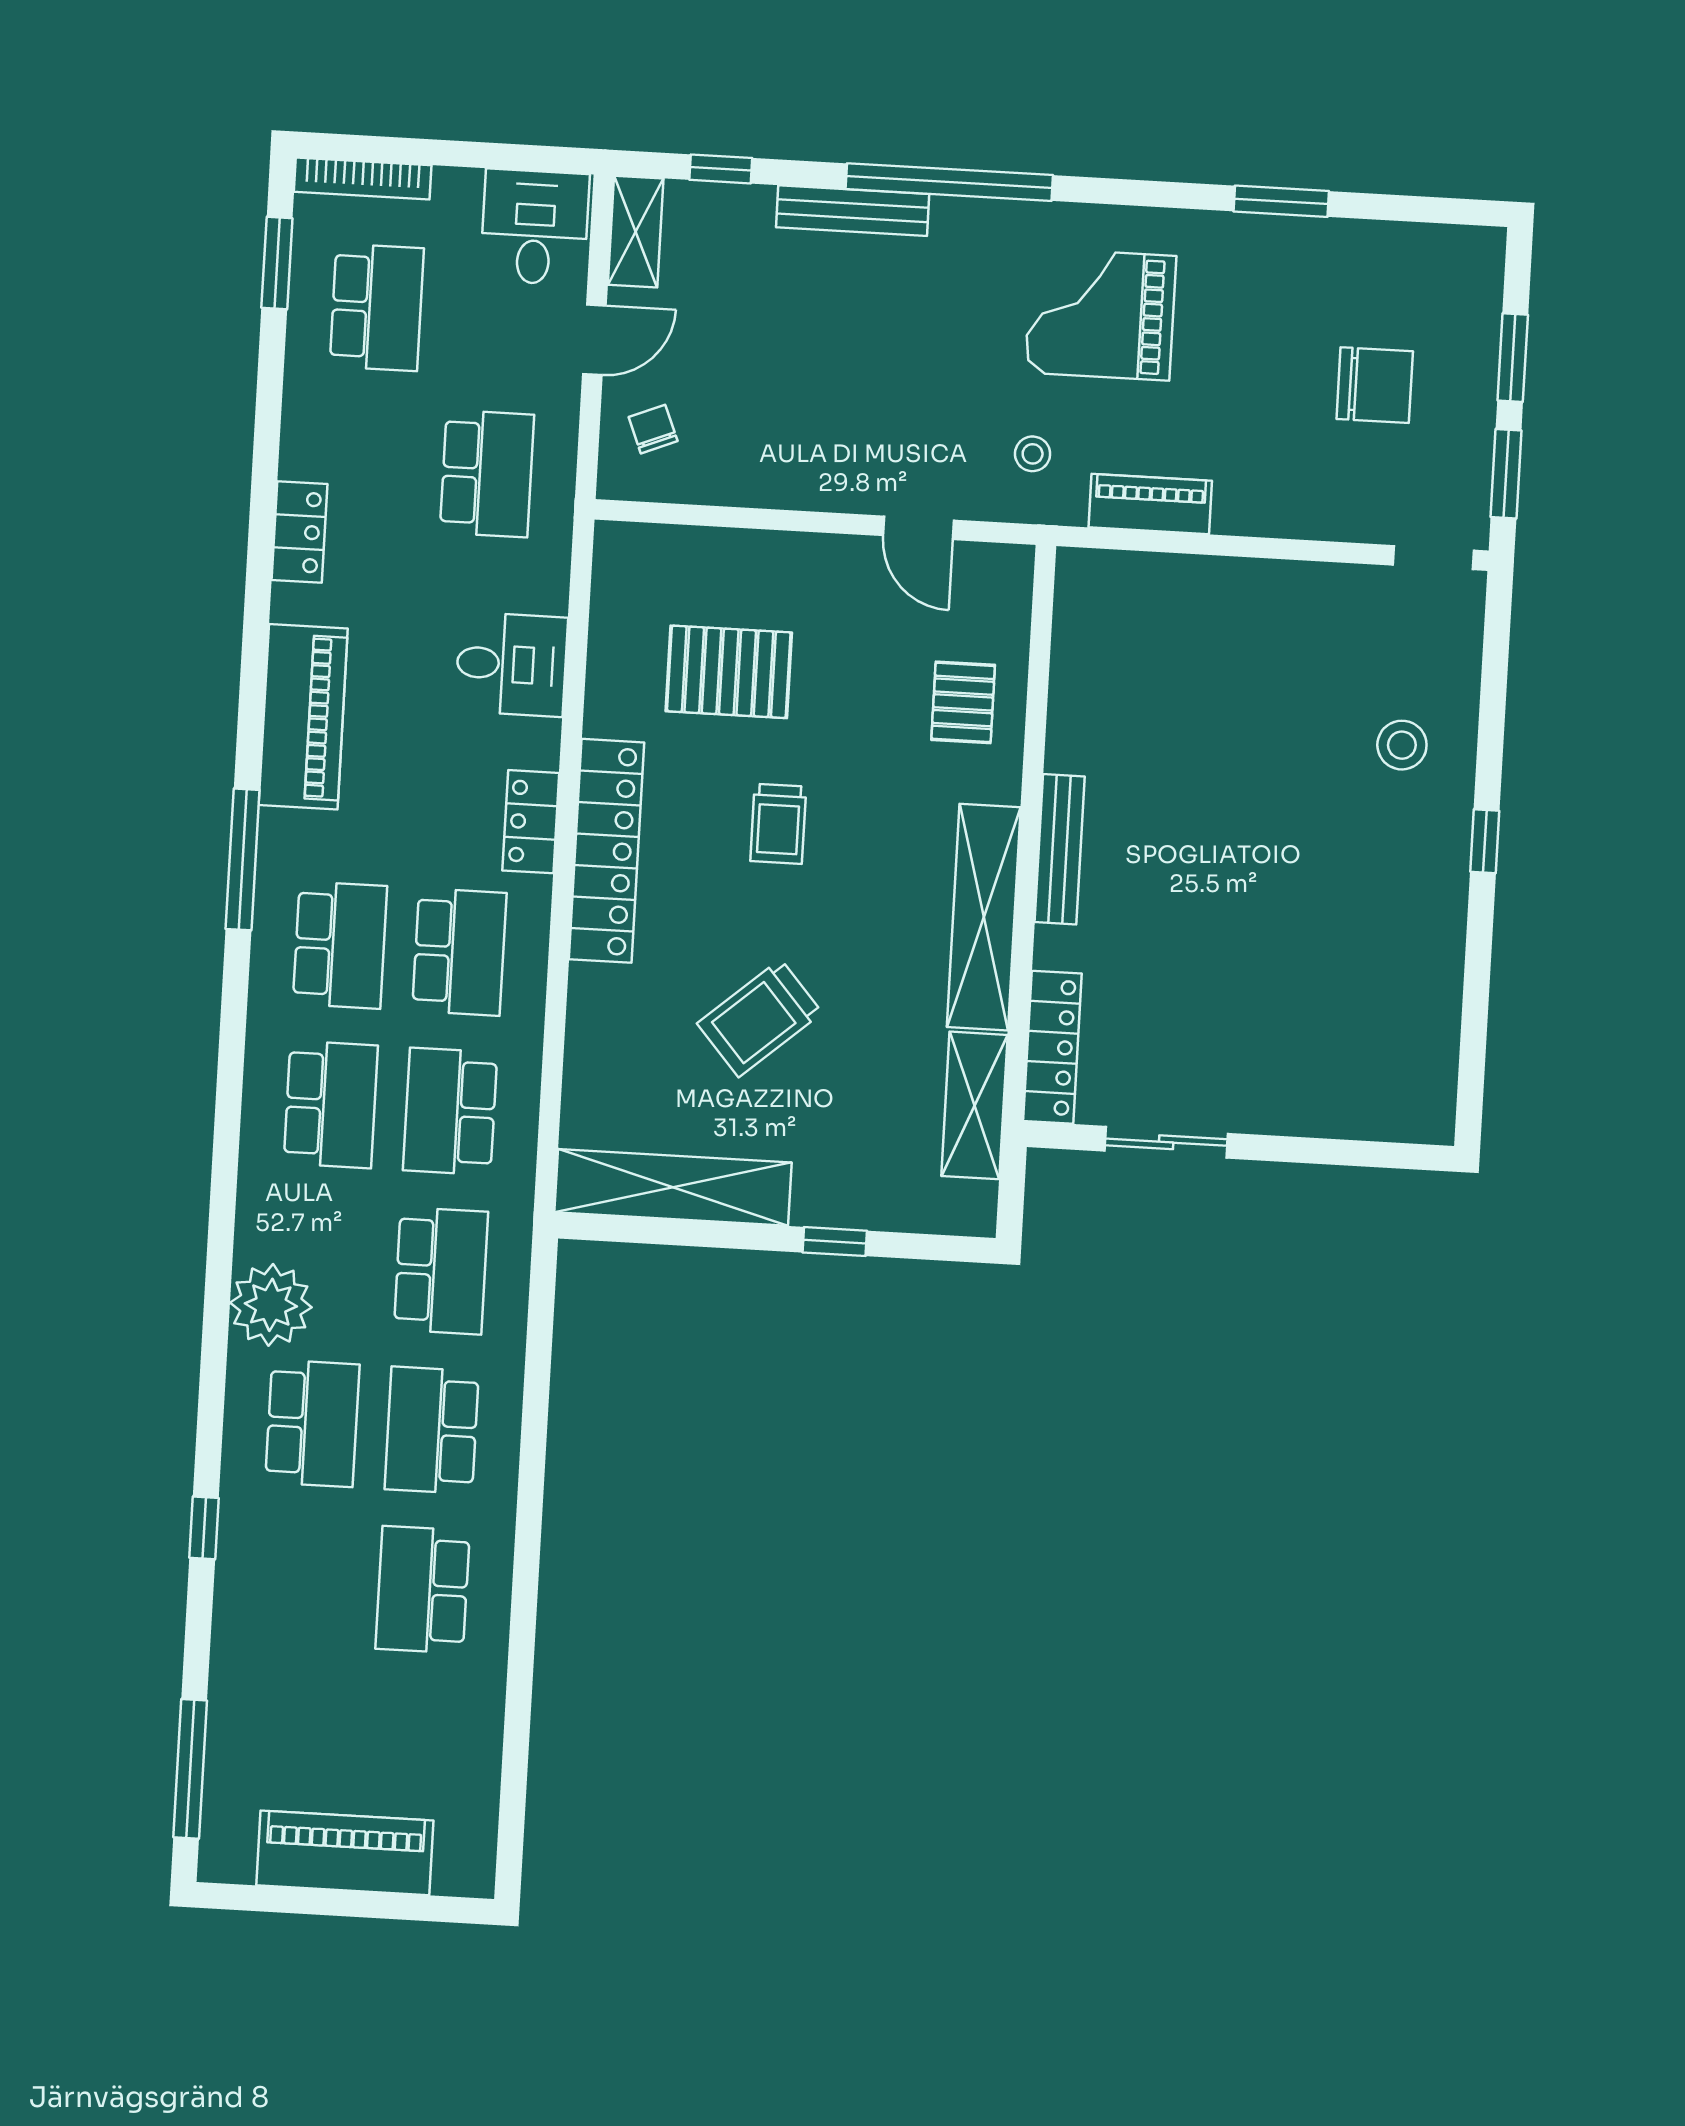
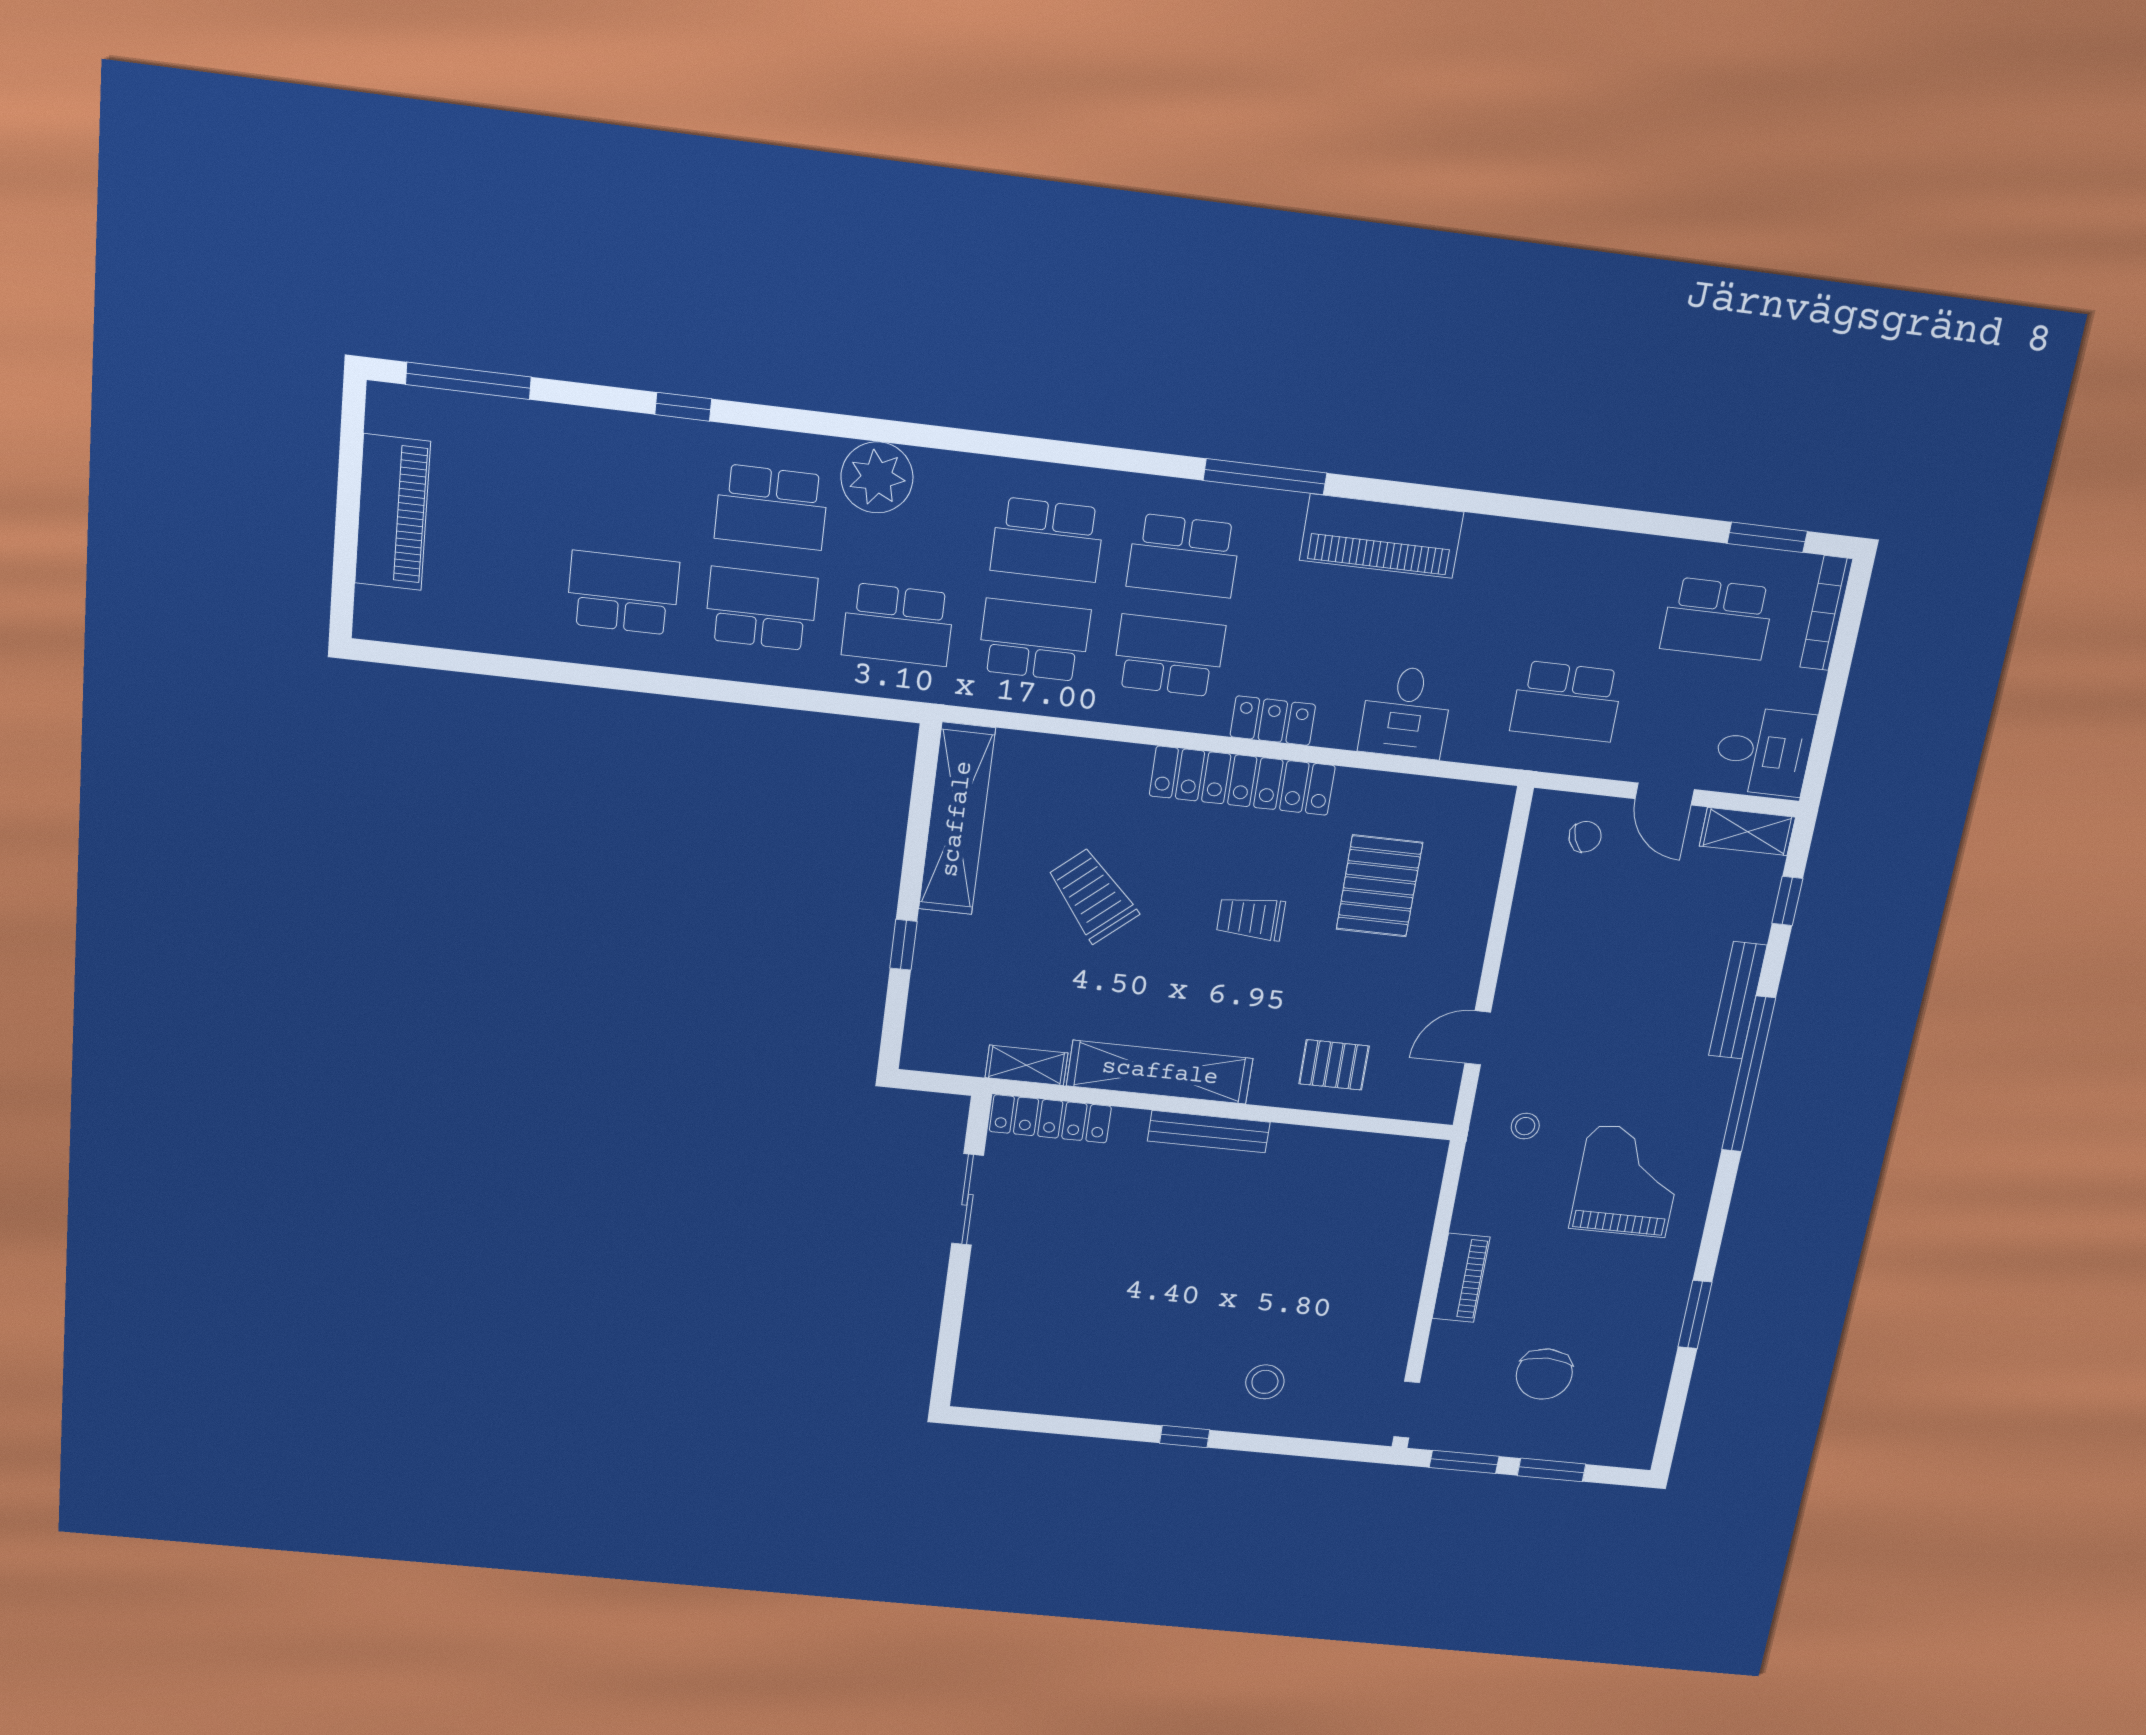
piano: (1150, 504) -> (1461, 1278), moved
locker: (299, 532) -> (1539, 542), removed
school desk: (459, 952) -> (1169, 656), turned 180
shelving: (974, 1105) -> (1026, 1065), width x0.67, depth x0.75

